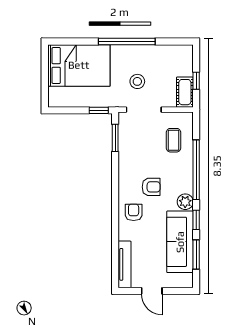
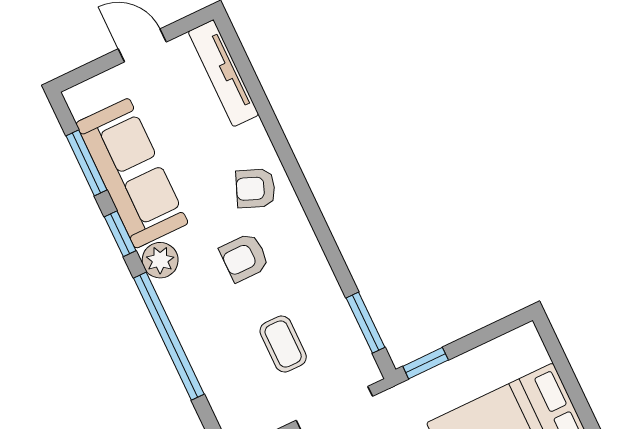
coffee table: (174, 140) -> (283, 344), moved
armchair: (134, 212) -> (256, 188), turned 112

